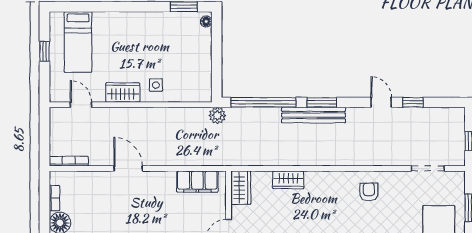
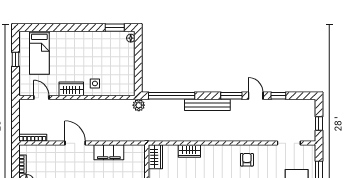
window: (322, 102) -> (231, 96), moved
filing cabinet: (197, 182) -> (109, 152), moved

